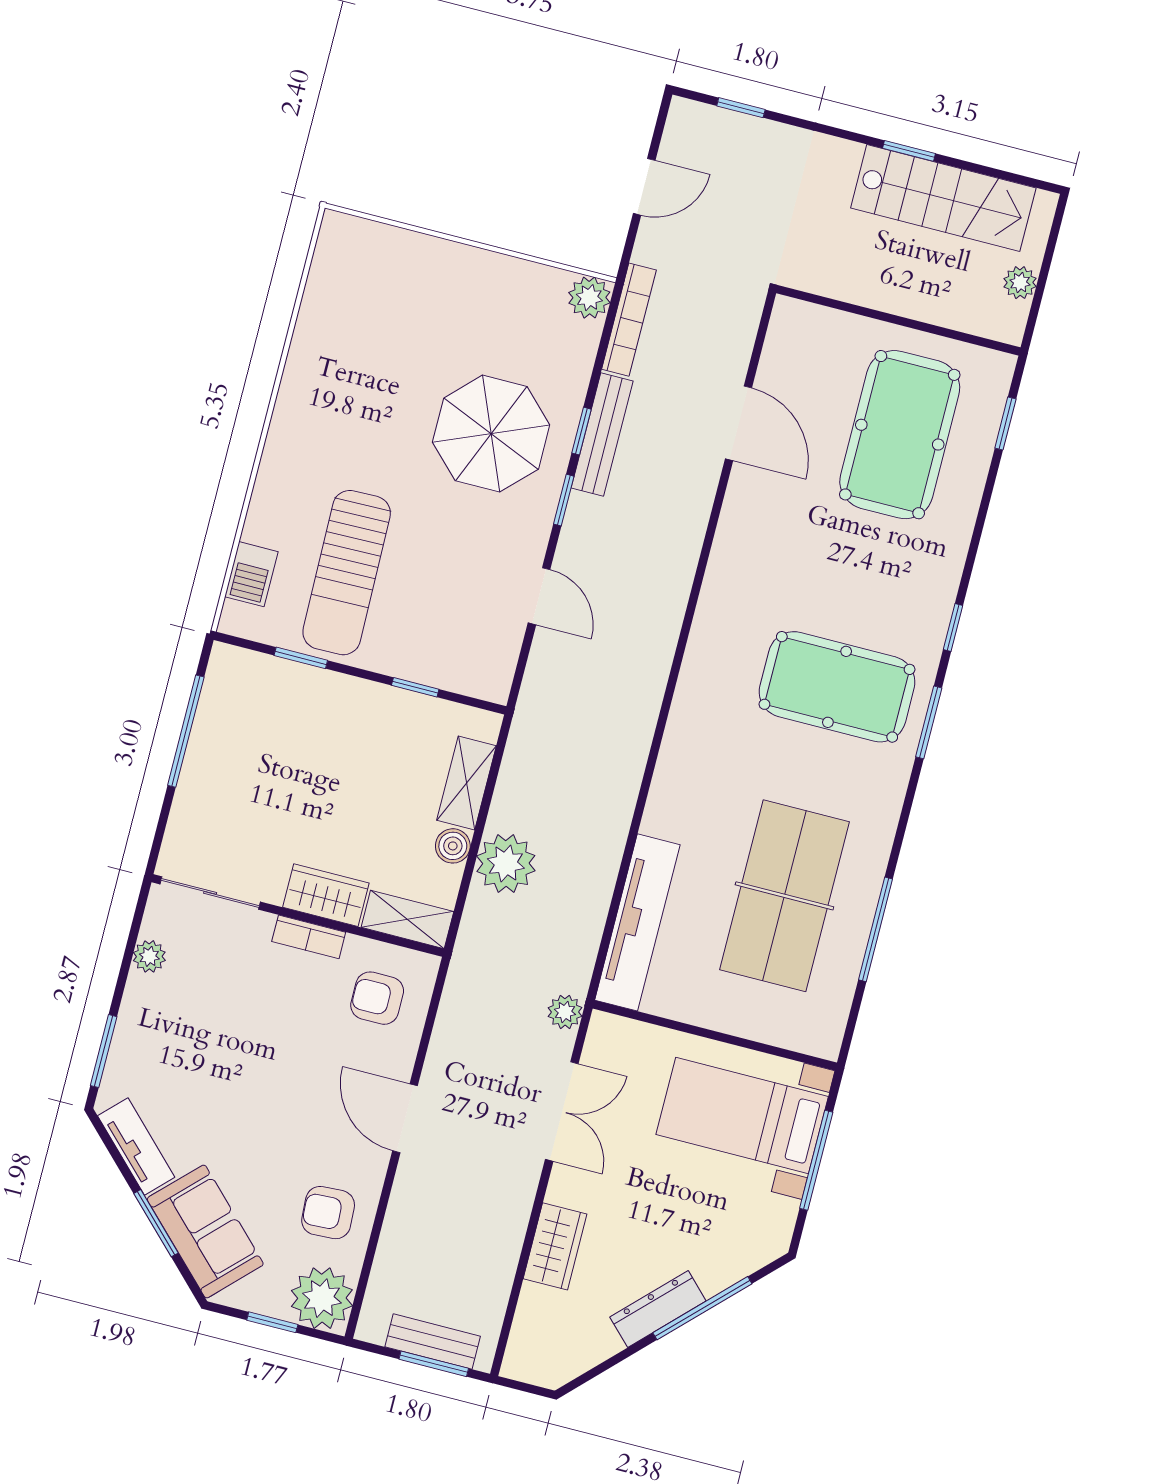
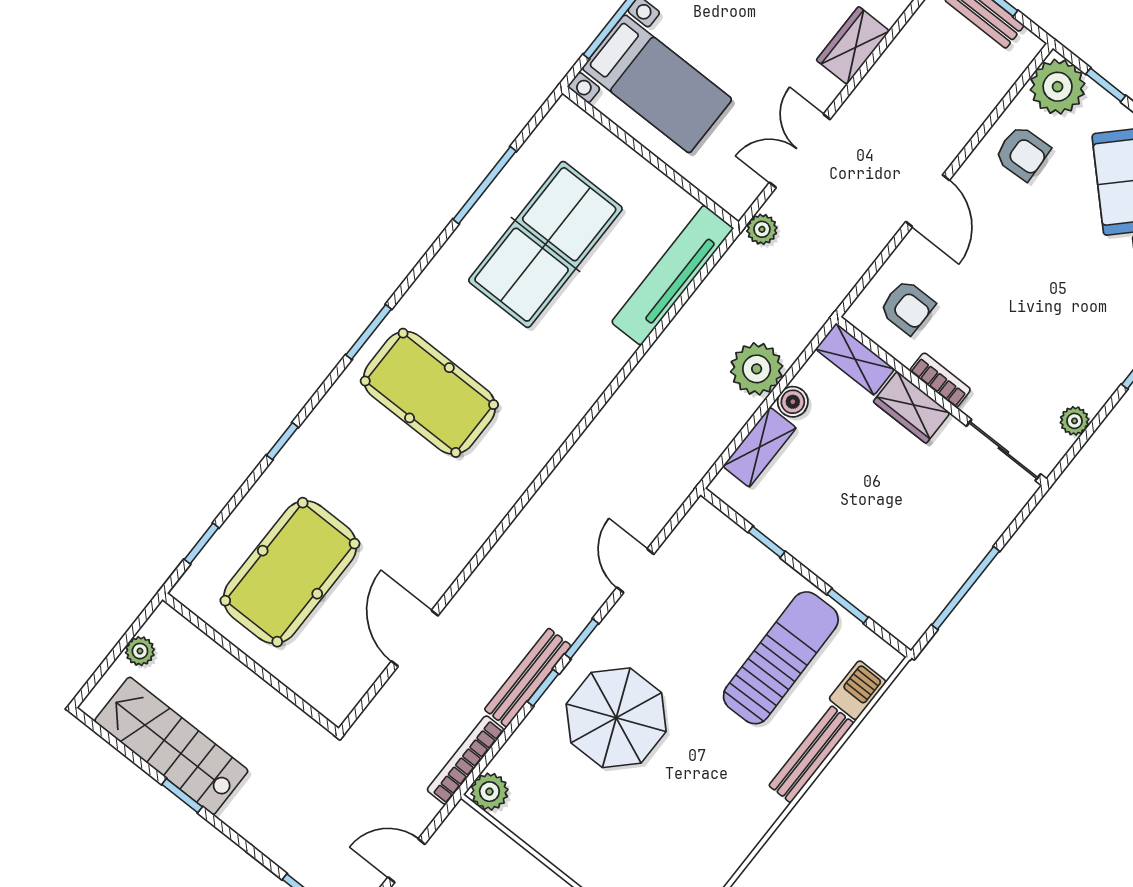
bench: (270, 486) -> (811, 754), added
window: (953, 628) -> (282, 441), moved

